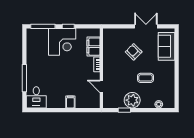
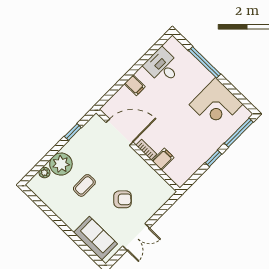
corner desk: (62, 42) -> (216, 104), moved, turned -90
filing cabinet: (94, 47) -> (163, 159), width x0.50
door: (101, 86) -> (120, 132), width x1.88
desk: (36, 97) -> (163, 66), moved
plant: (132, 100) -> (61, 164), moved

